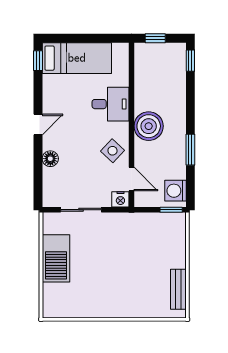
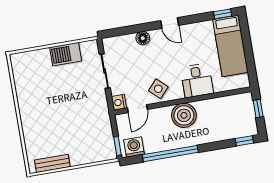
window: (190, 150) -> (170, 154), width x2.11
barbecue: (56, 258) -> (66, 54), width x0.73, depth x0.83

